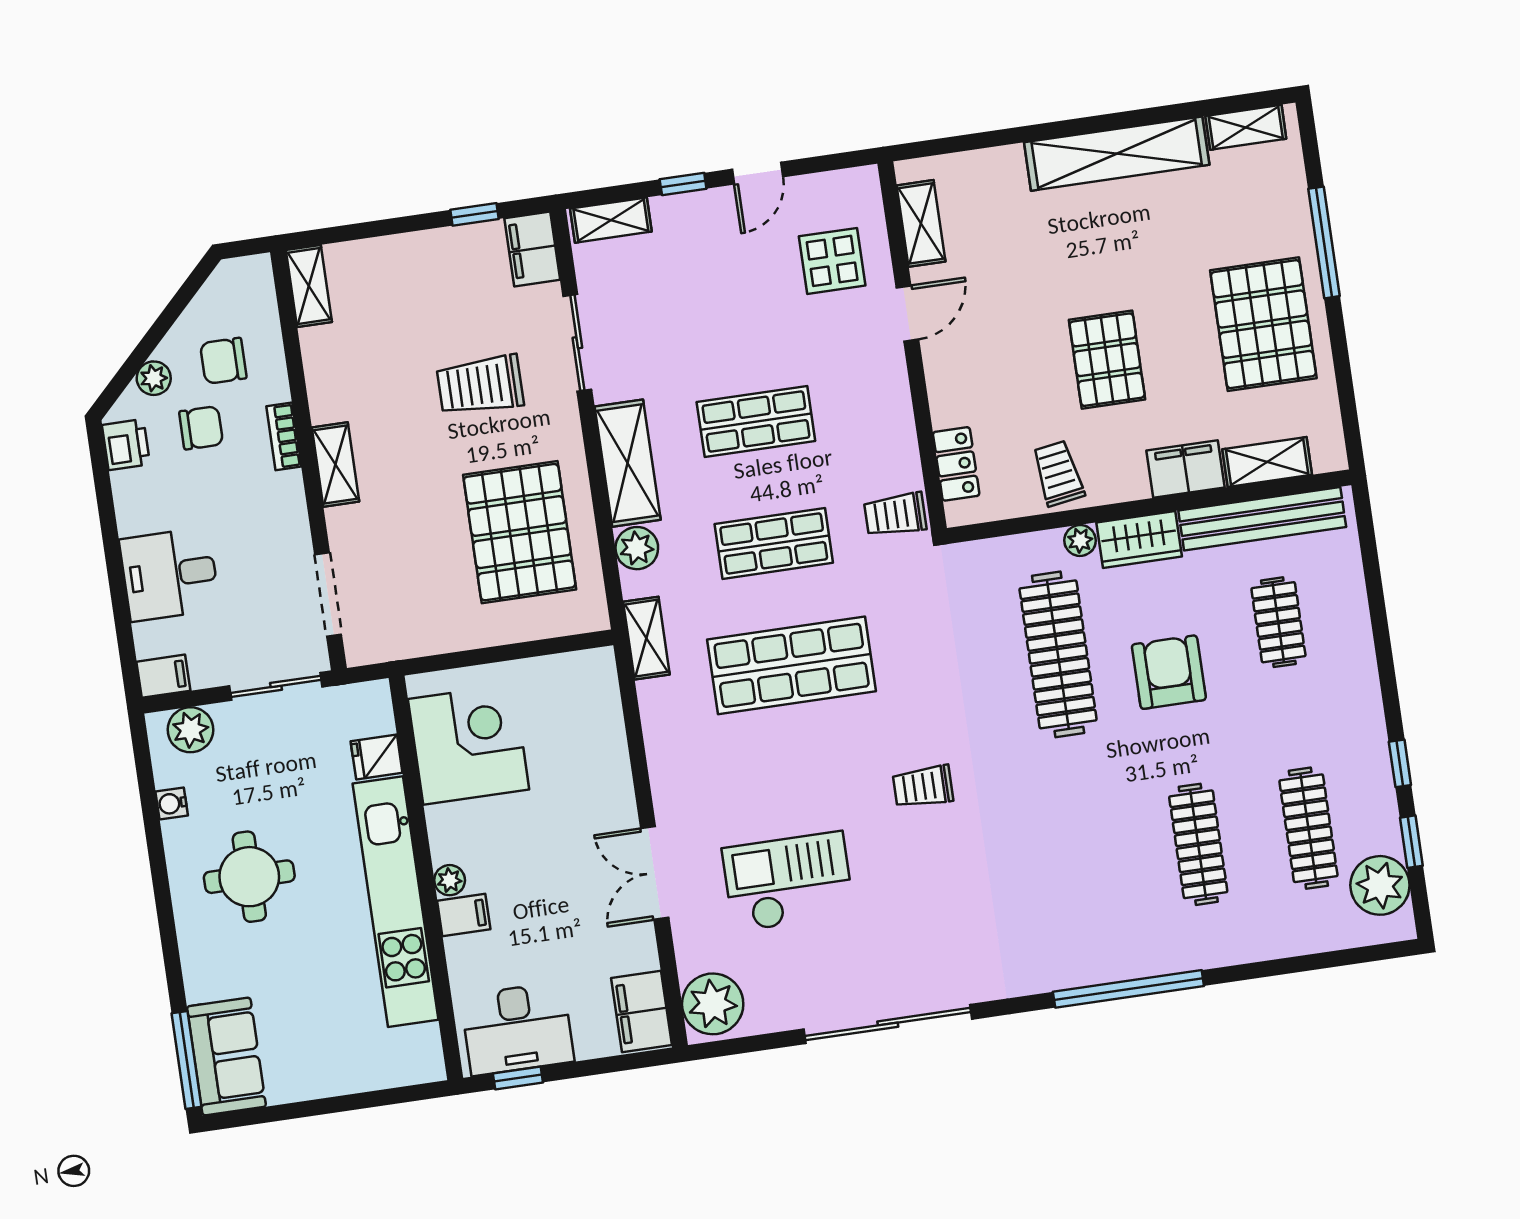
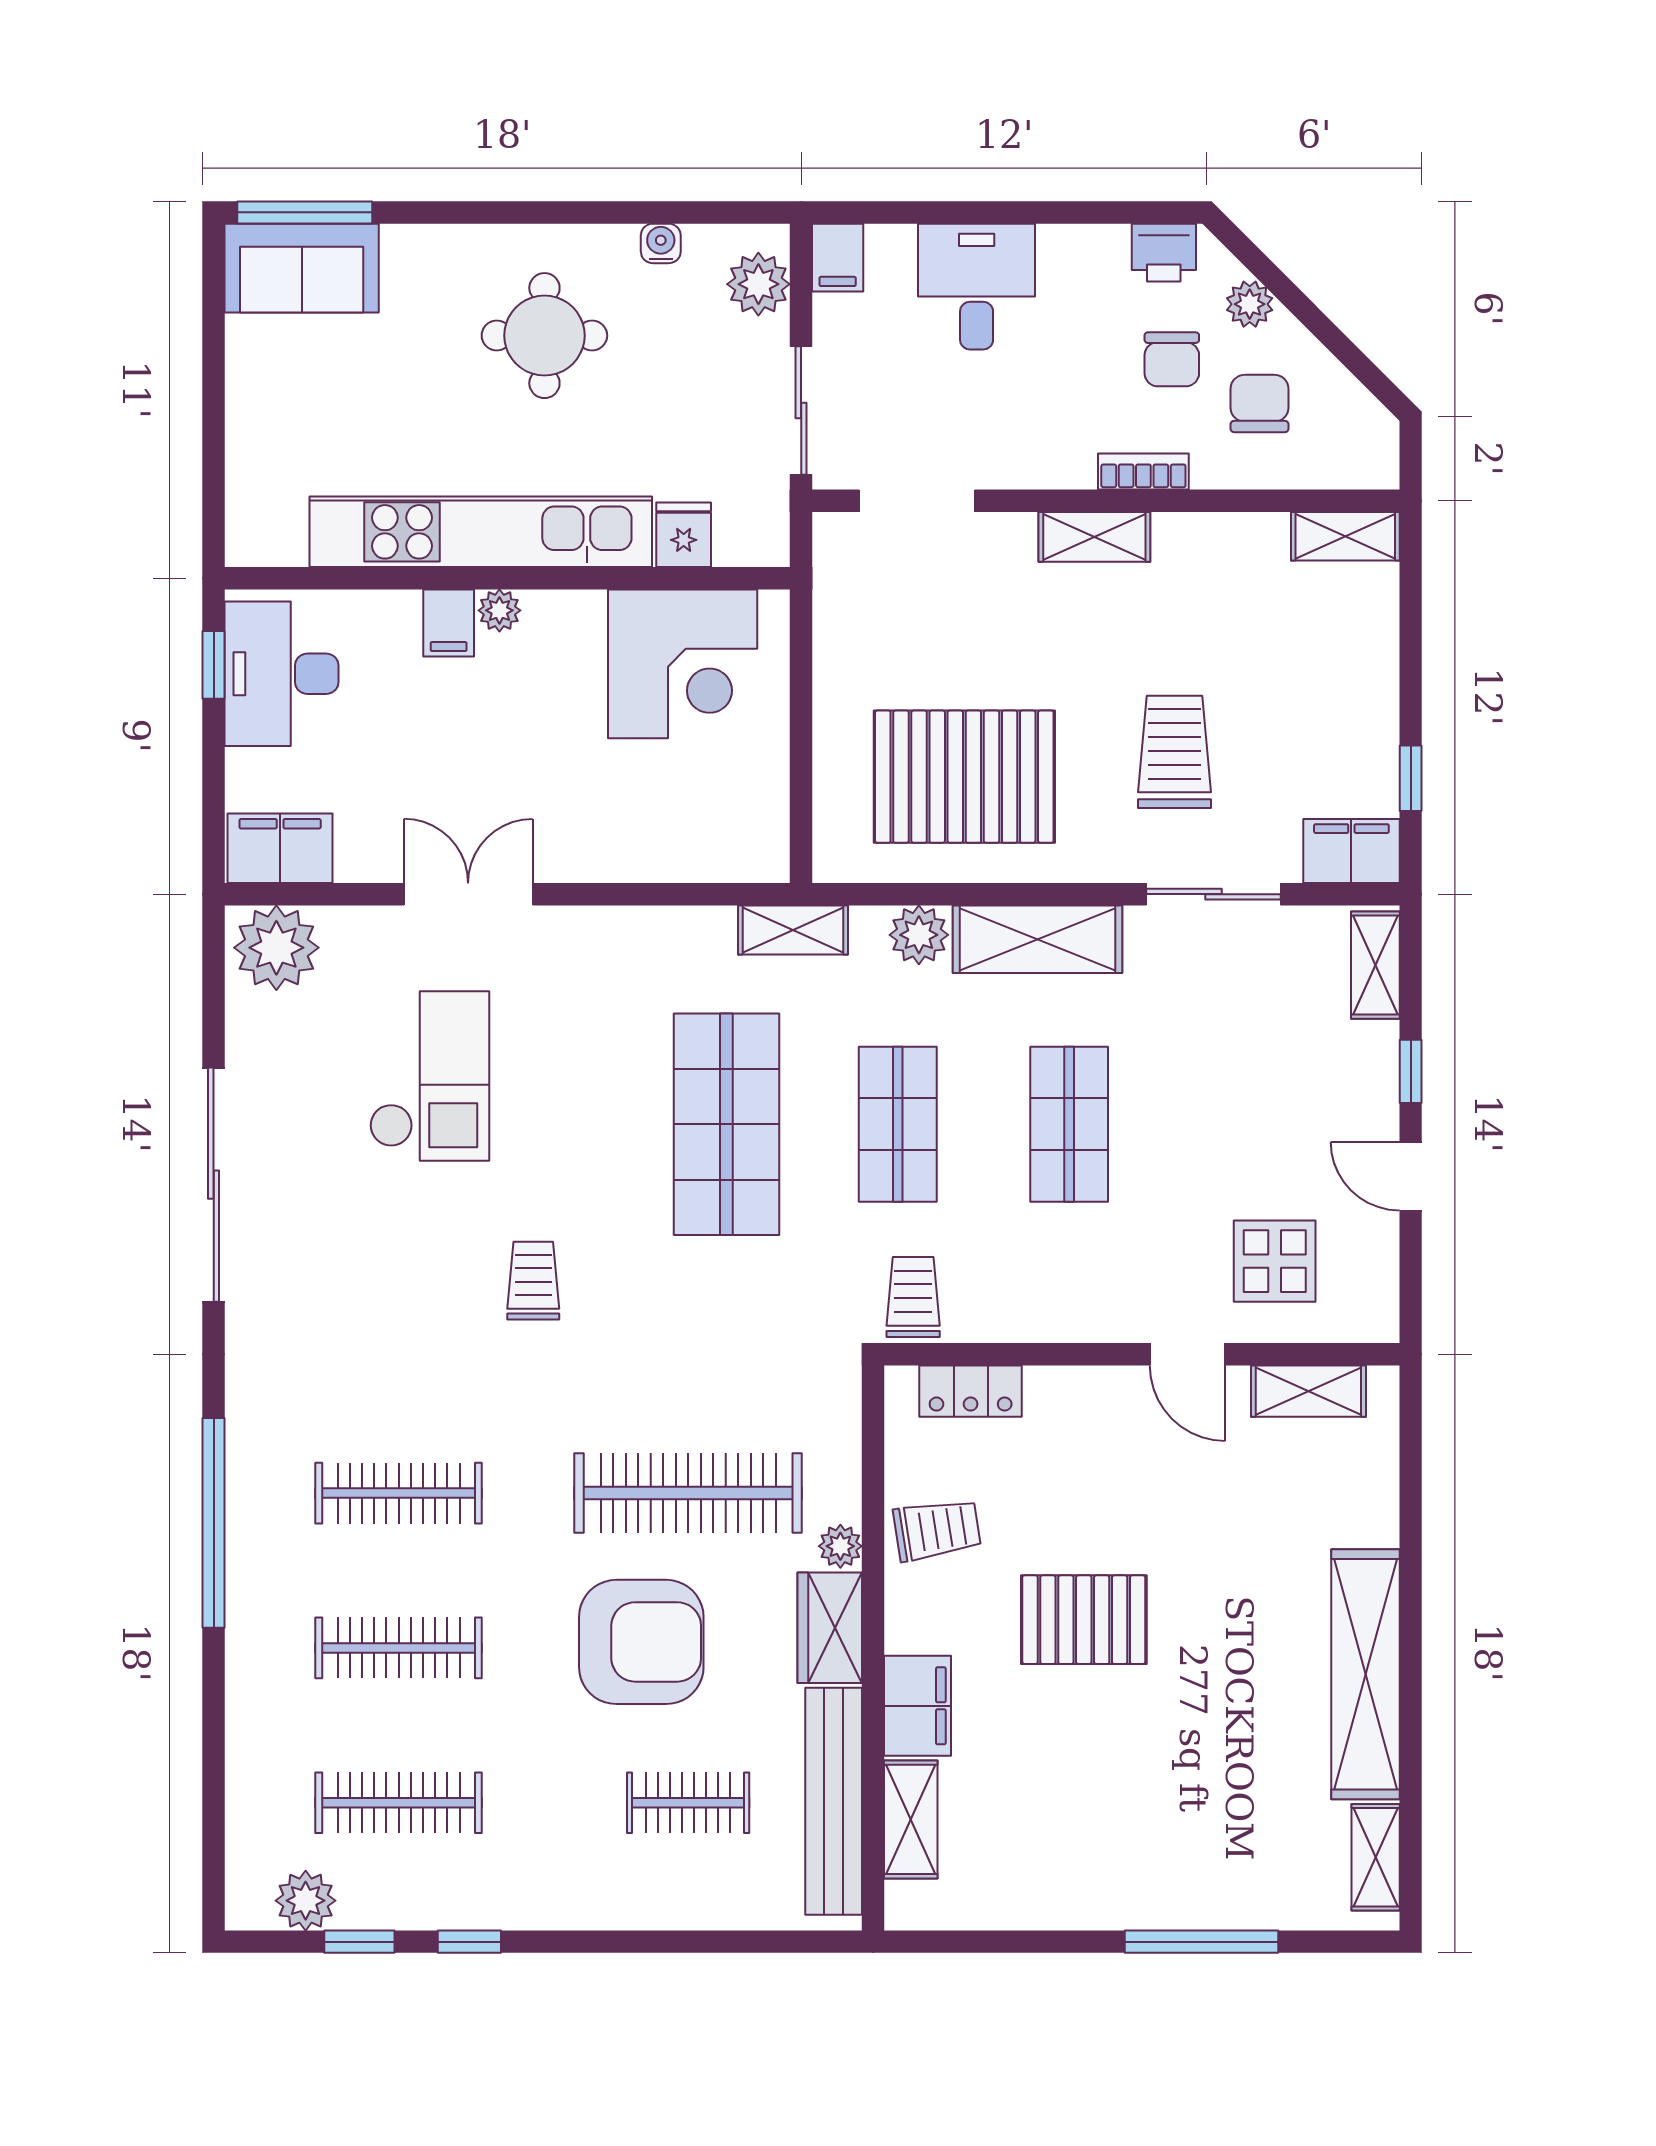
pallet: (1263, 324) -> (1101, 1842), removed
armchair: (1169, 672) -> (641, 1642), width x1.36, depth x1.36
clothes rail: (1088, 860) -> (399, 1493), added
plant: (1380, 885) -> (306, 1901), width x0.73, depth x0.73

